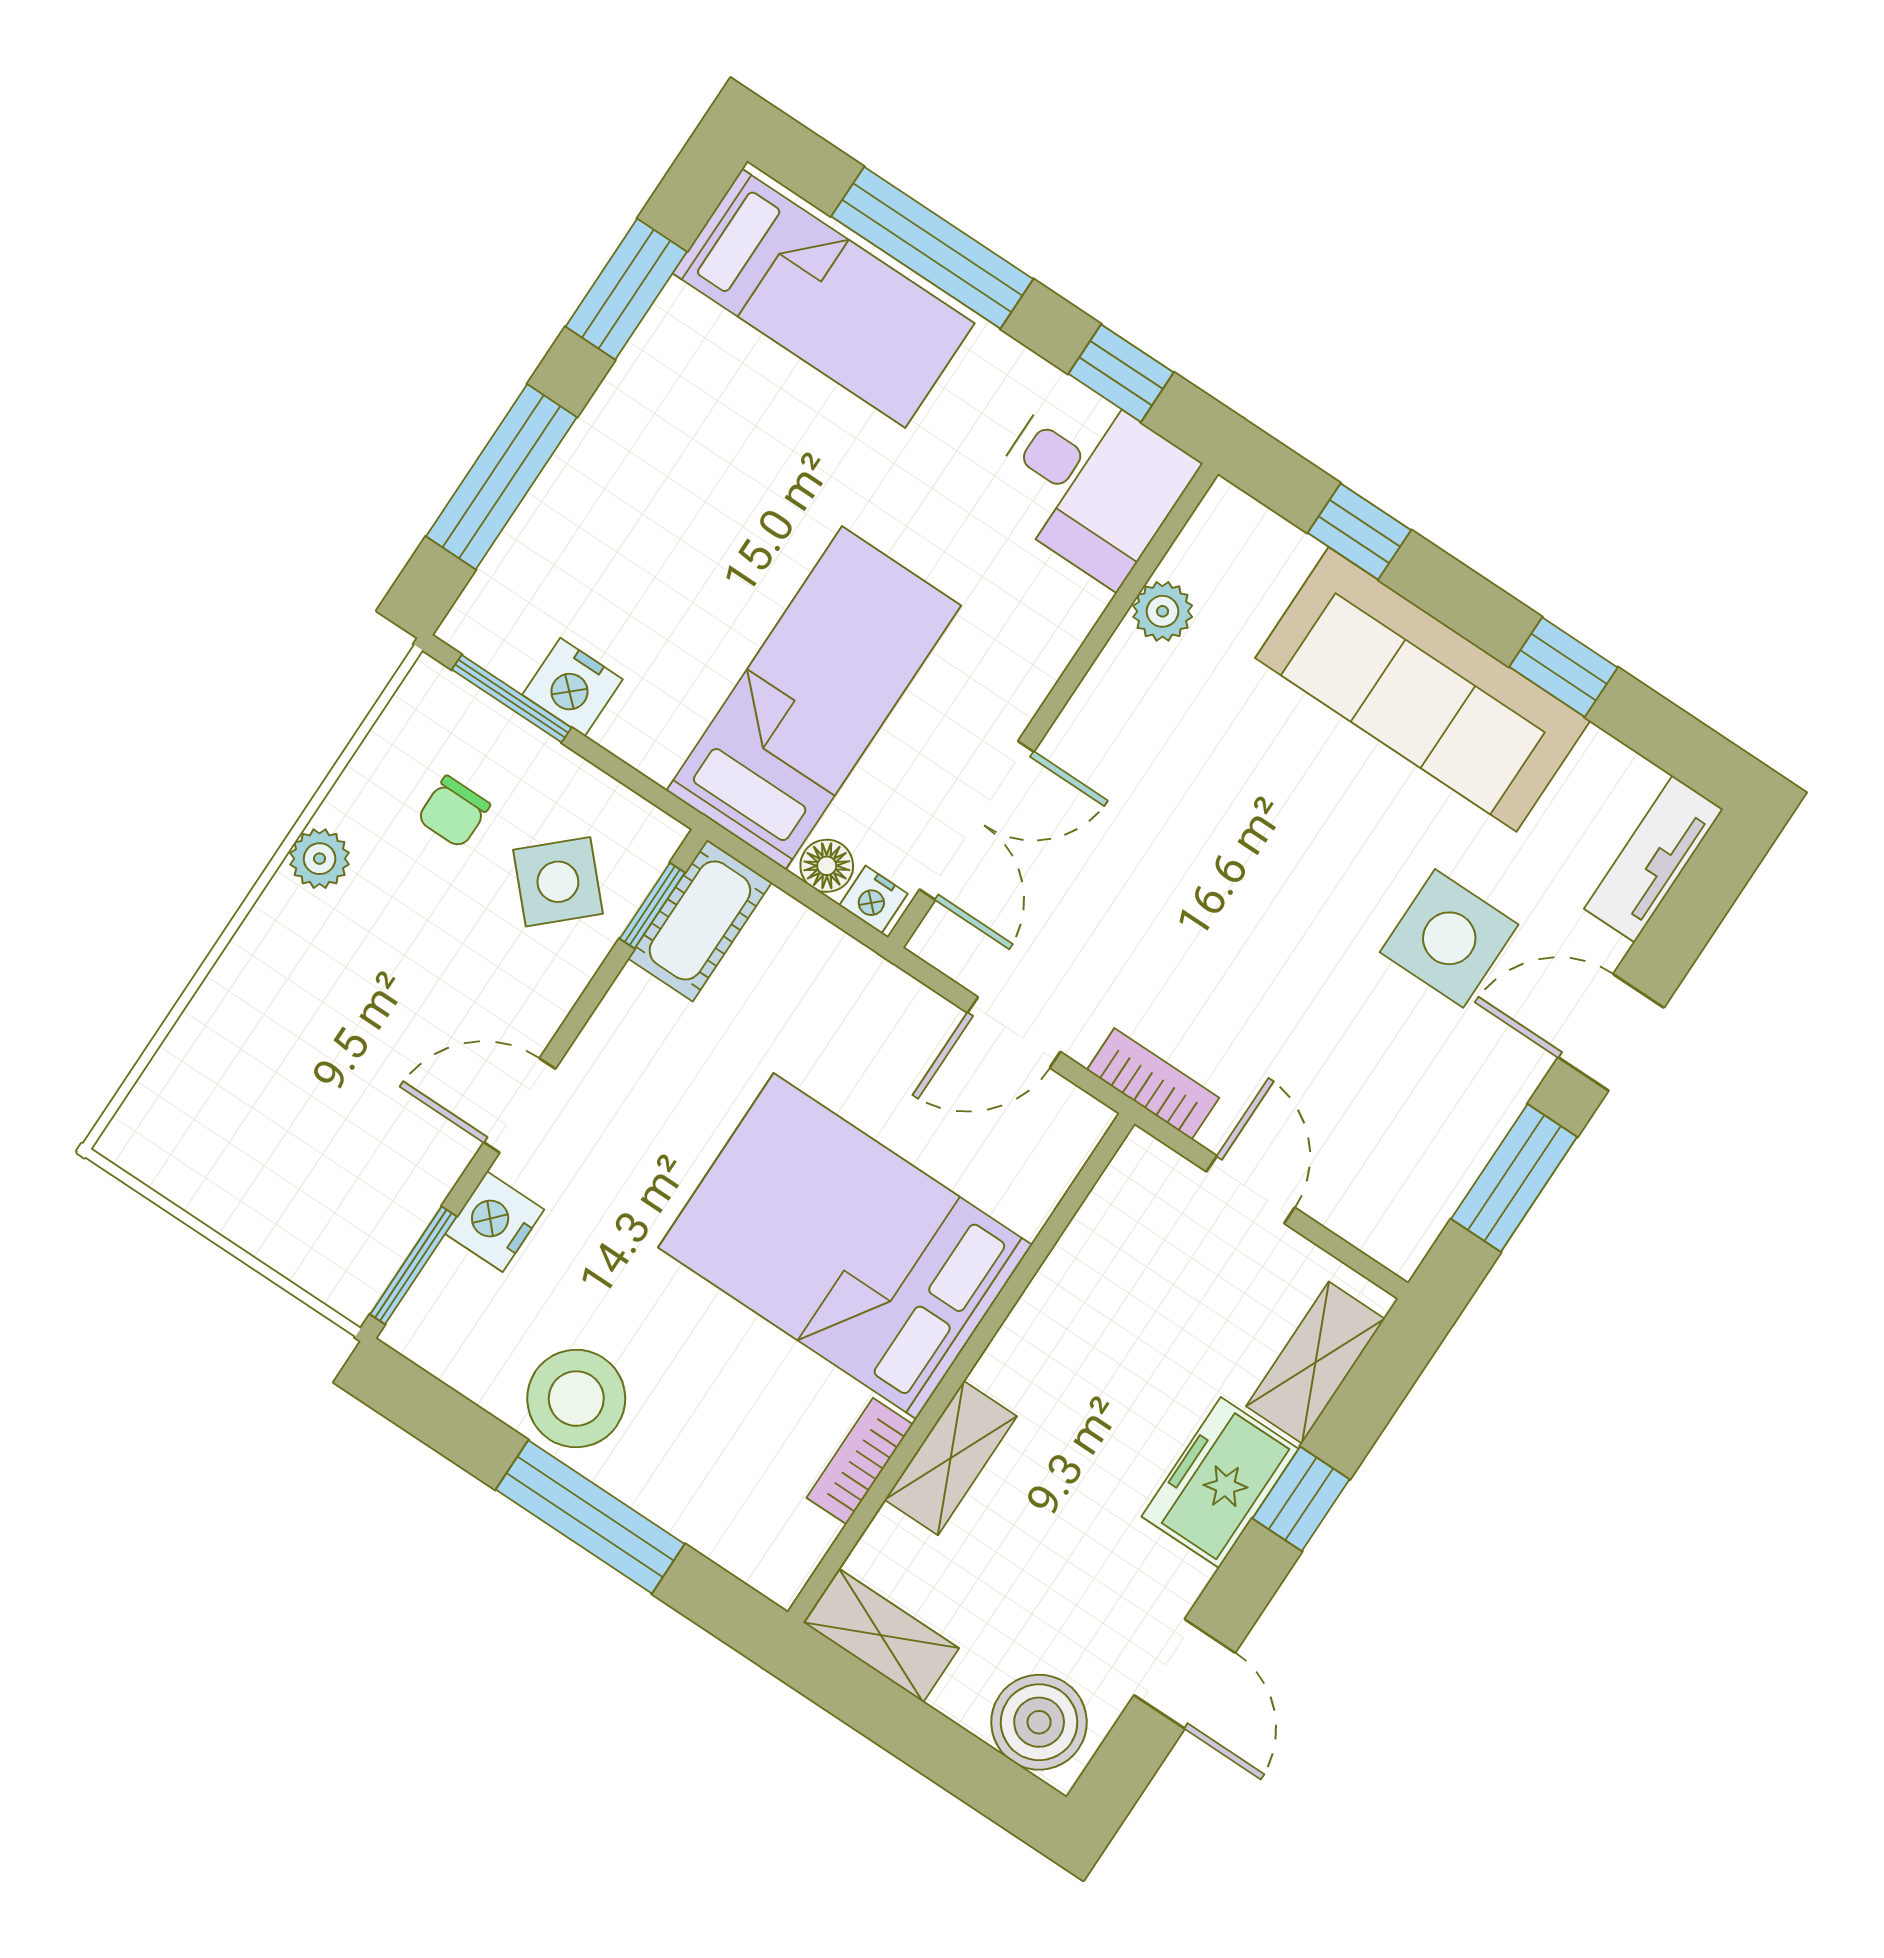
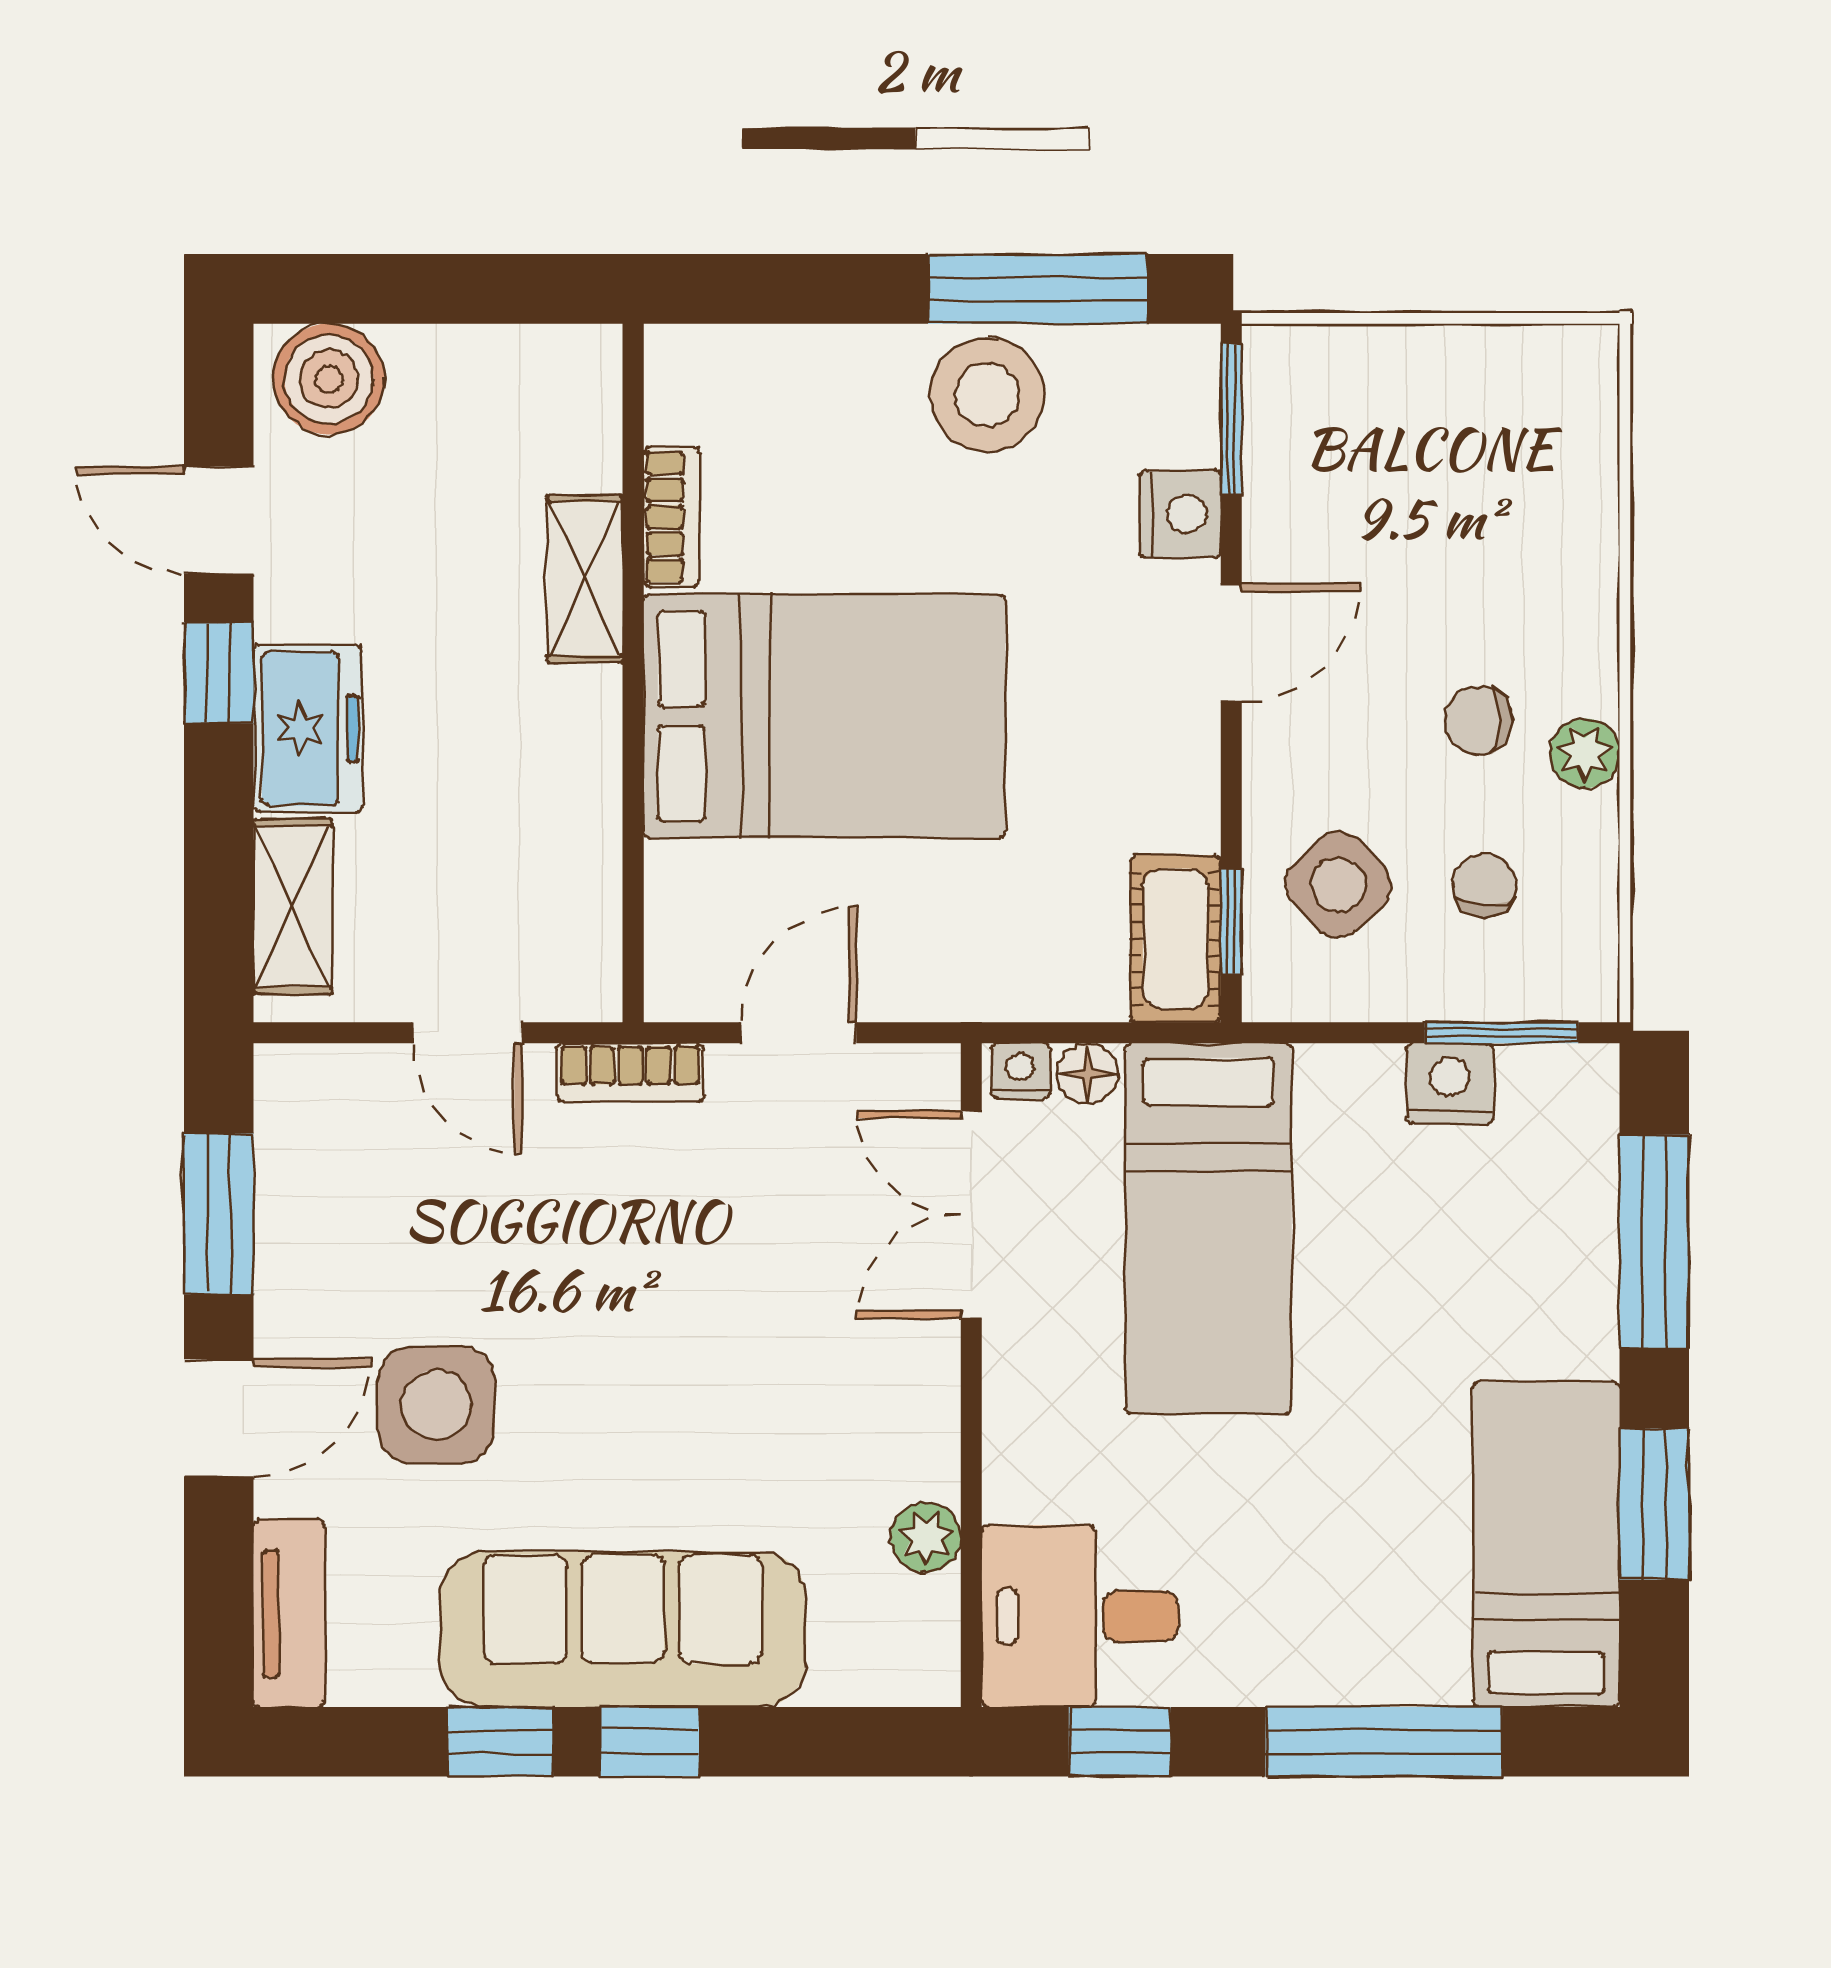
bed: (824, 298) -> (1546, 1544), moved, turned 90
window: (1359, 532) -> (650, 1742), moved
chair: (380, 933) -> (1478, 720), added
window: (1301, 1499) -> (219, 673), moved
window: (590, 1517) -> (1037, 289), moved
shelving: (881, 1635) -> (539, 361), removed

